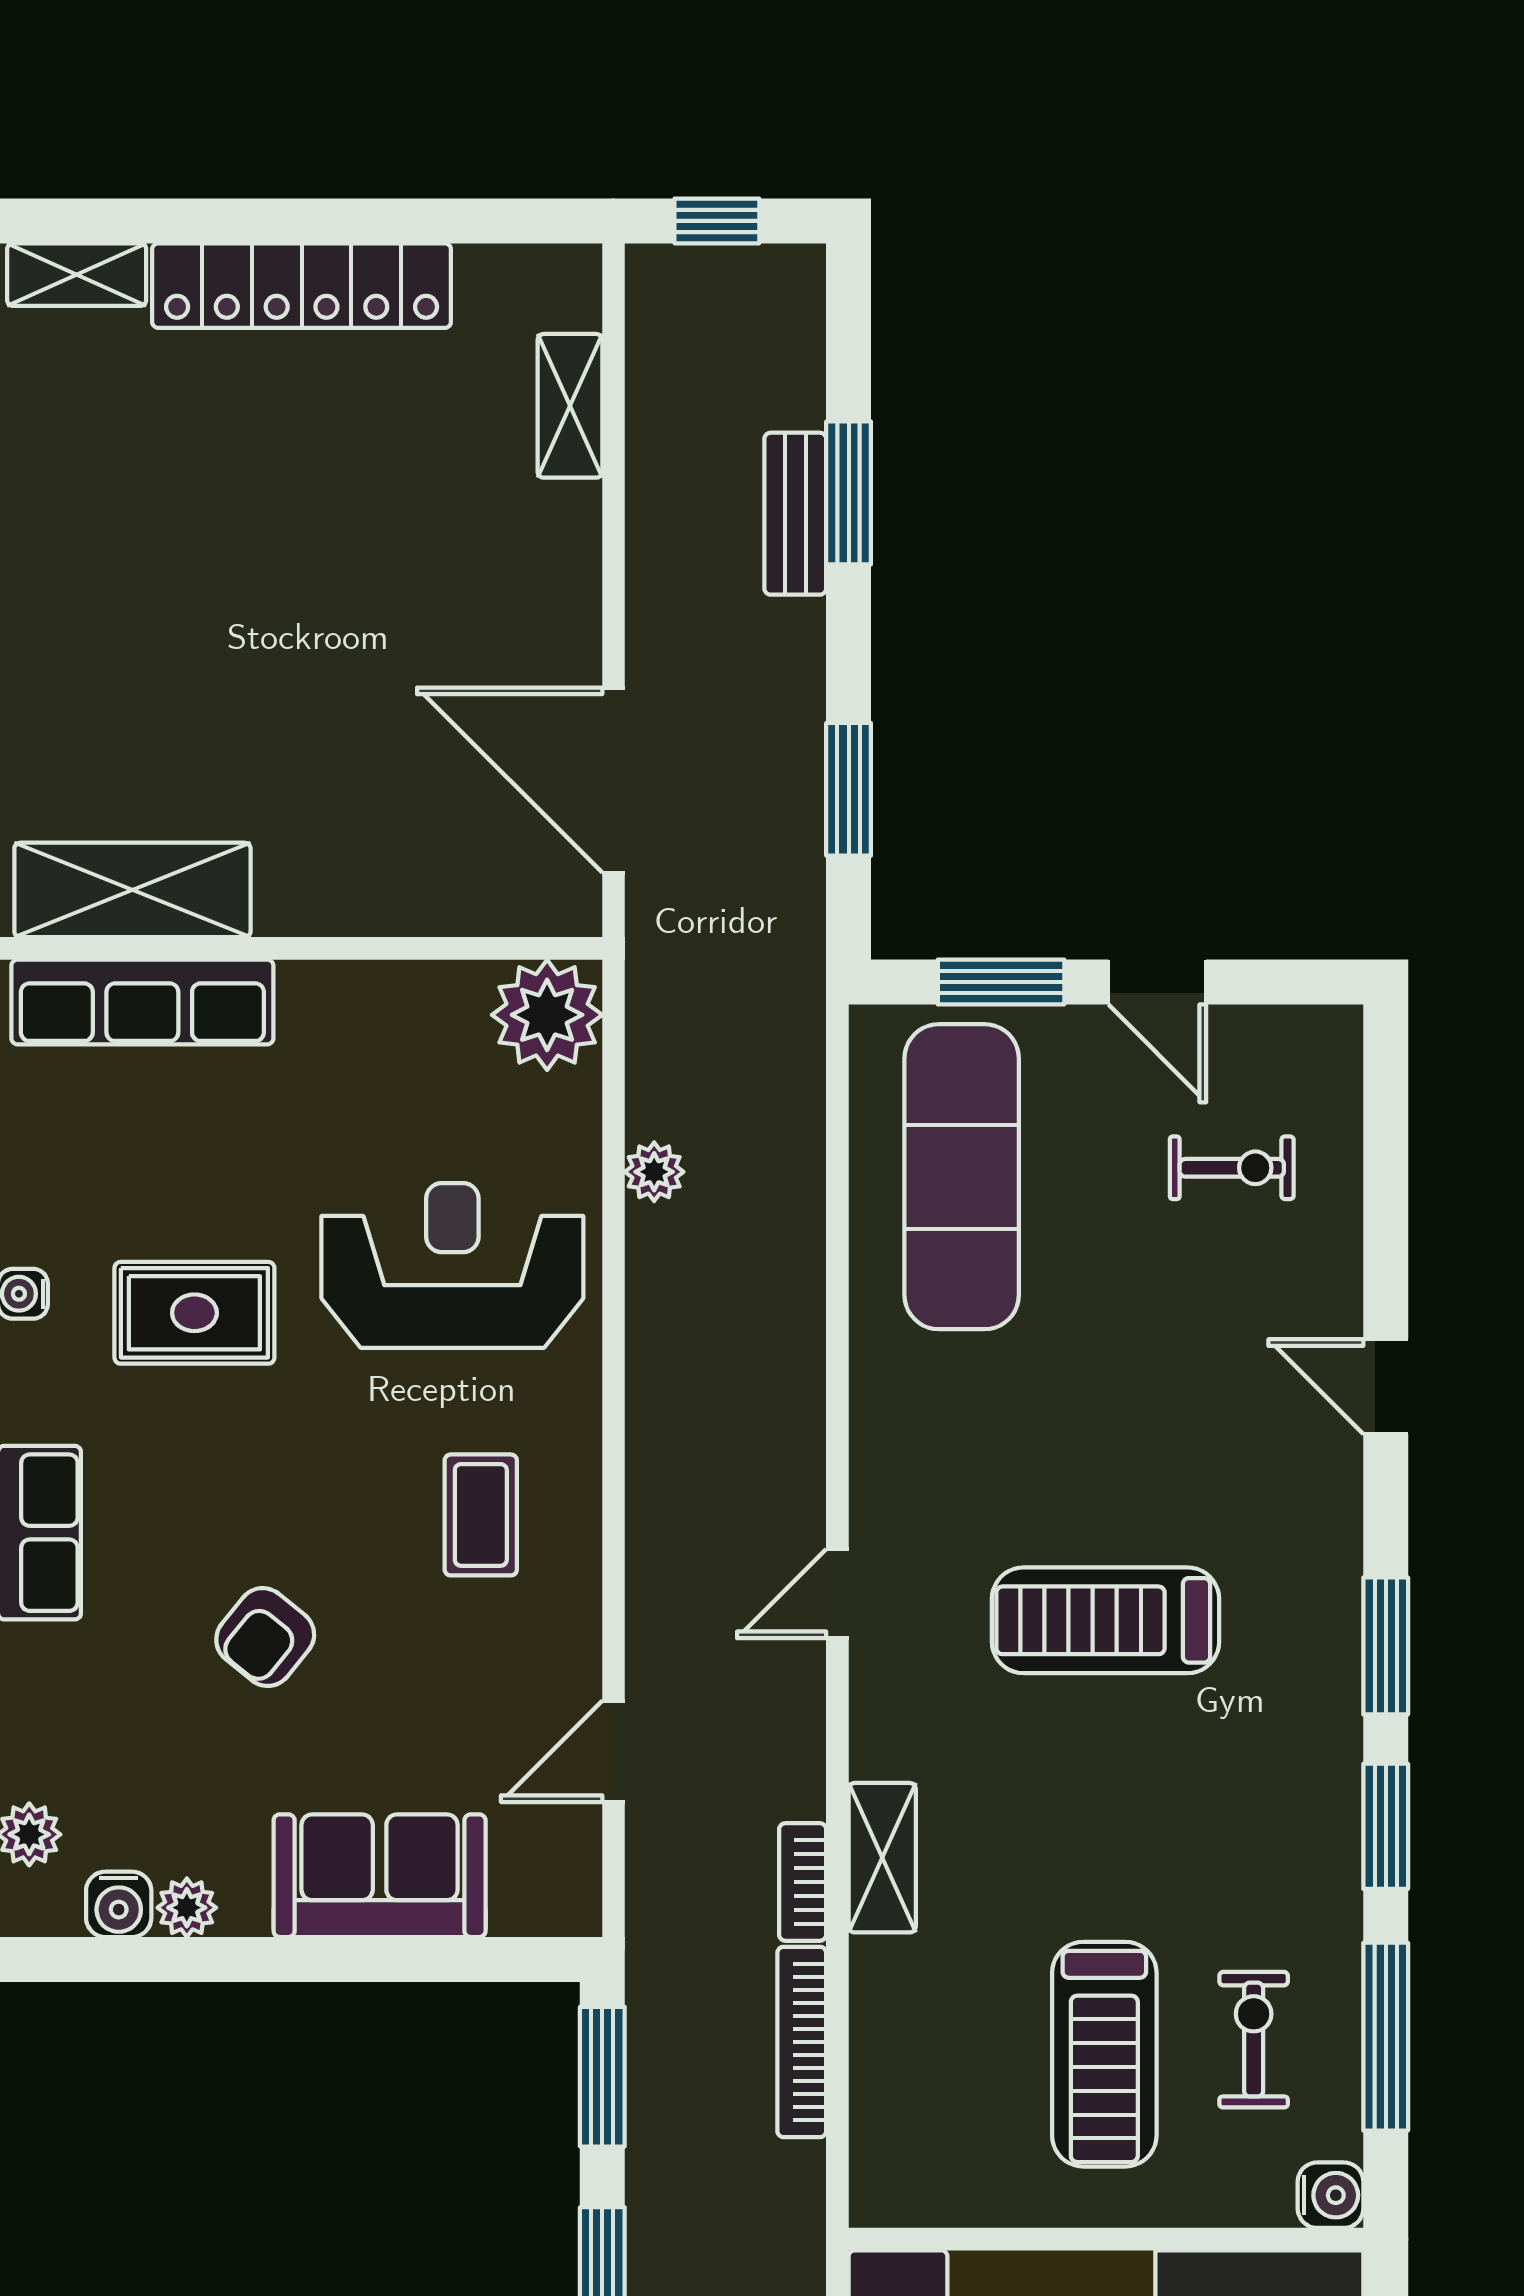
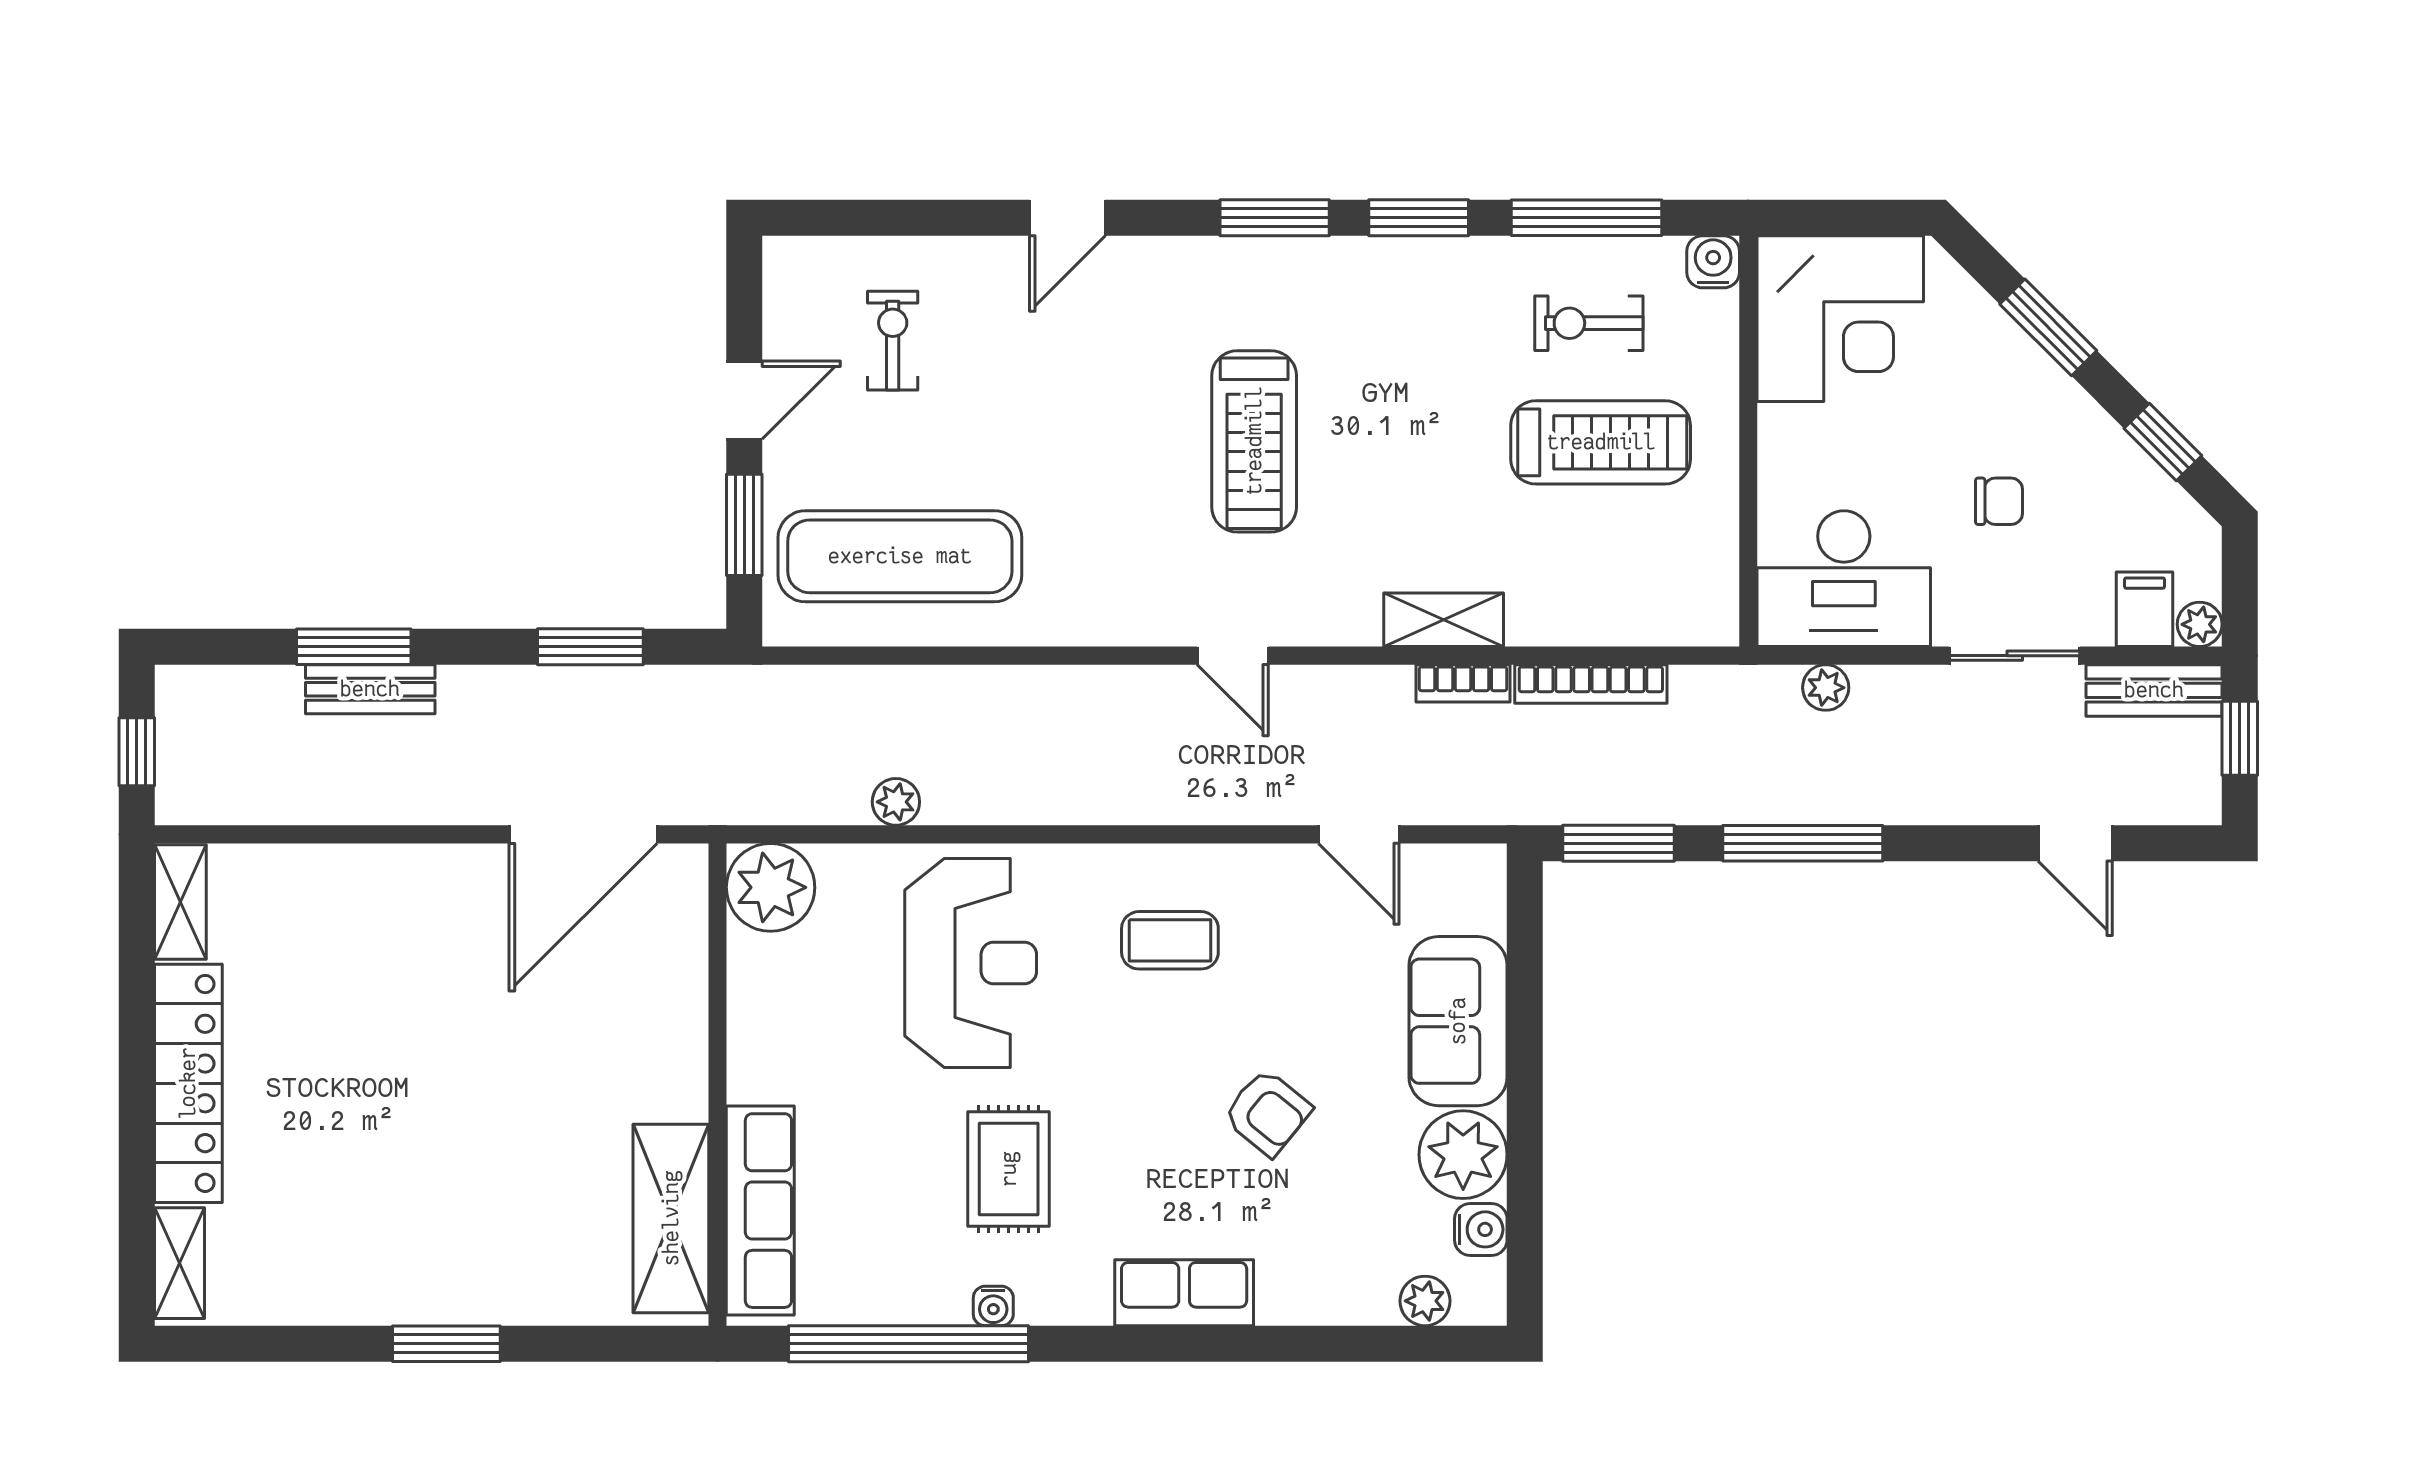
shelving: (570, 406) -> (180, 902), moved, turned 90
reception desk: (452, 1265) -> (971, 963), turned 180
plant: (187, 1908) -> (1463, 1155), width x1.88, depth x1.88

